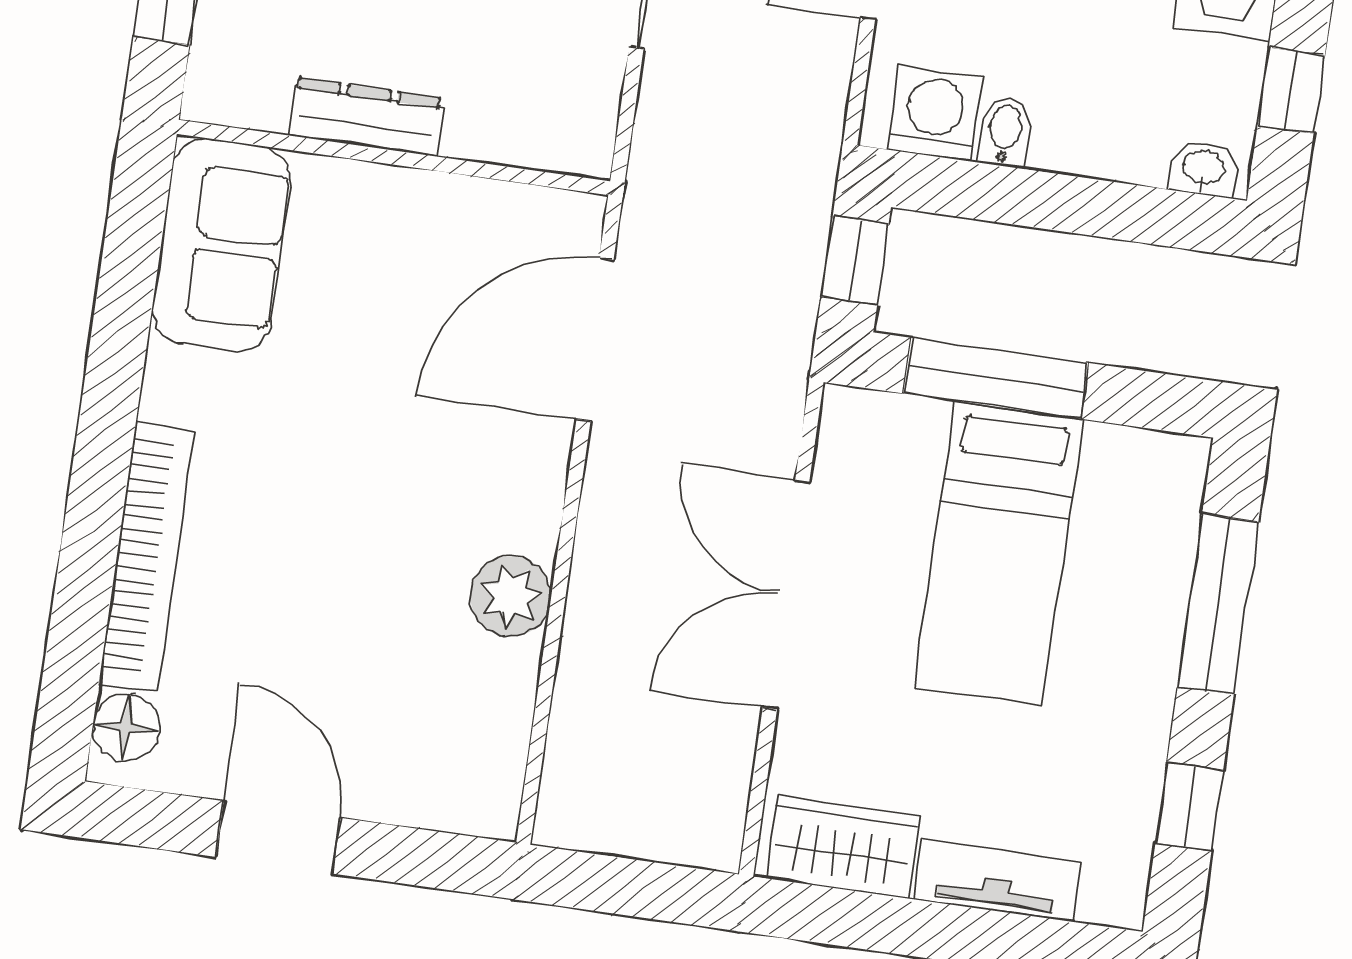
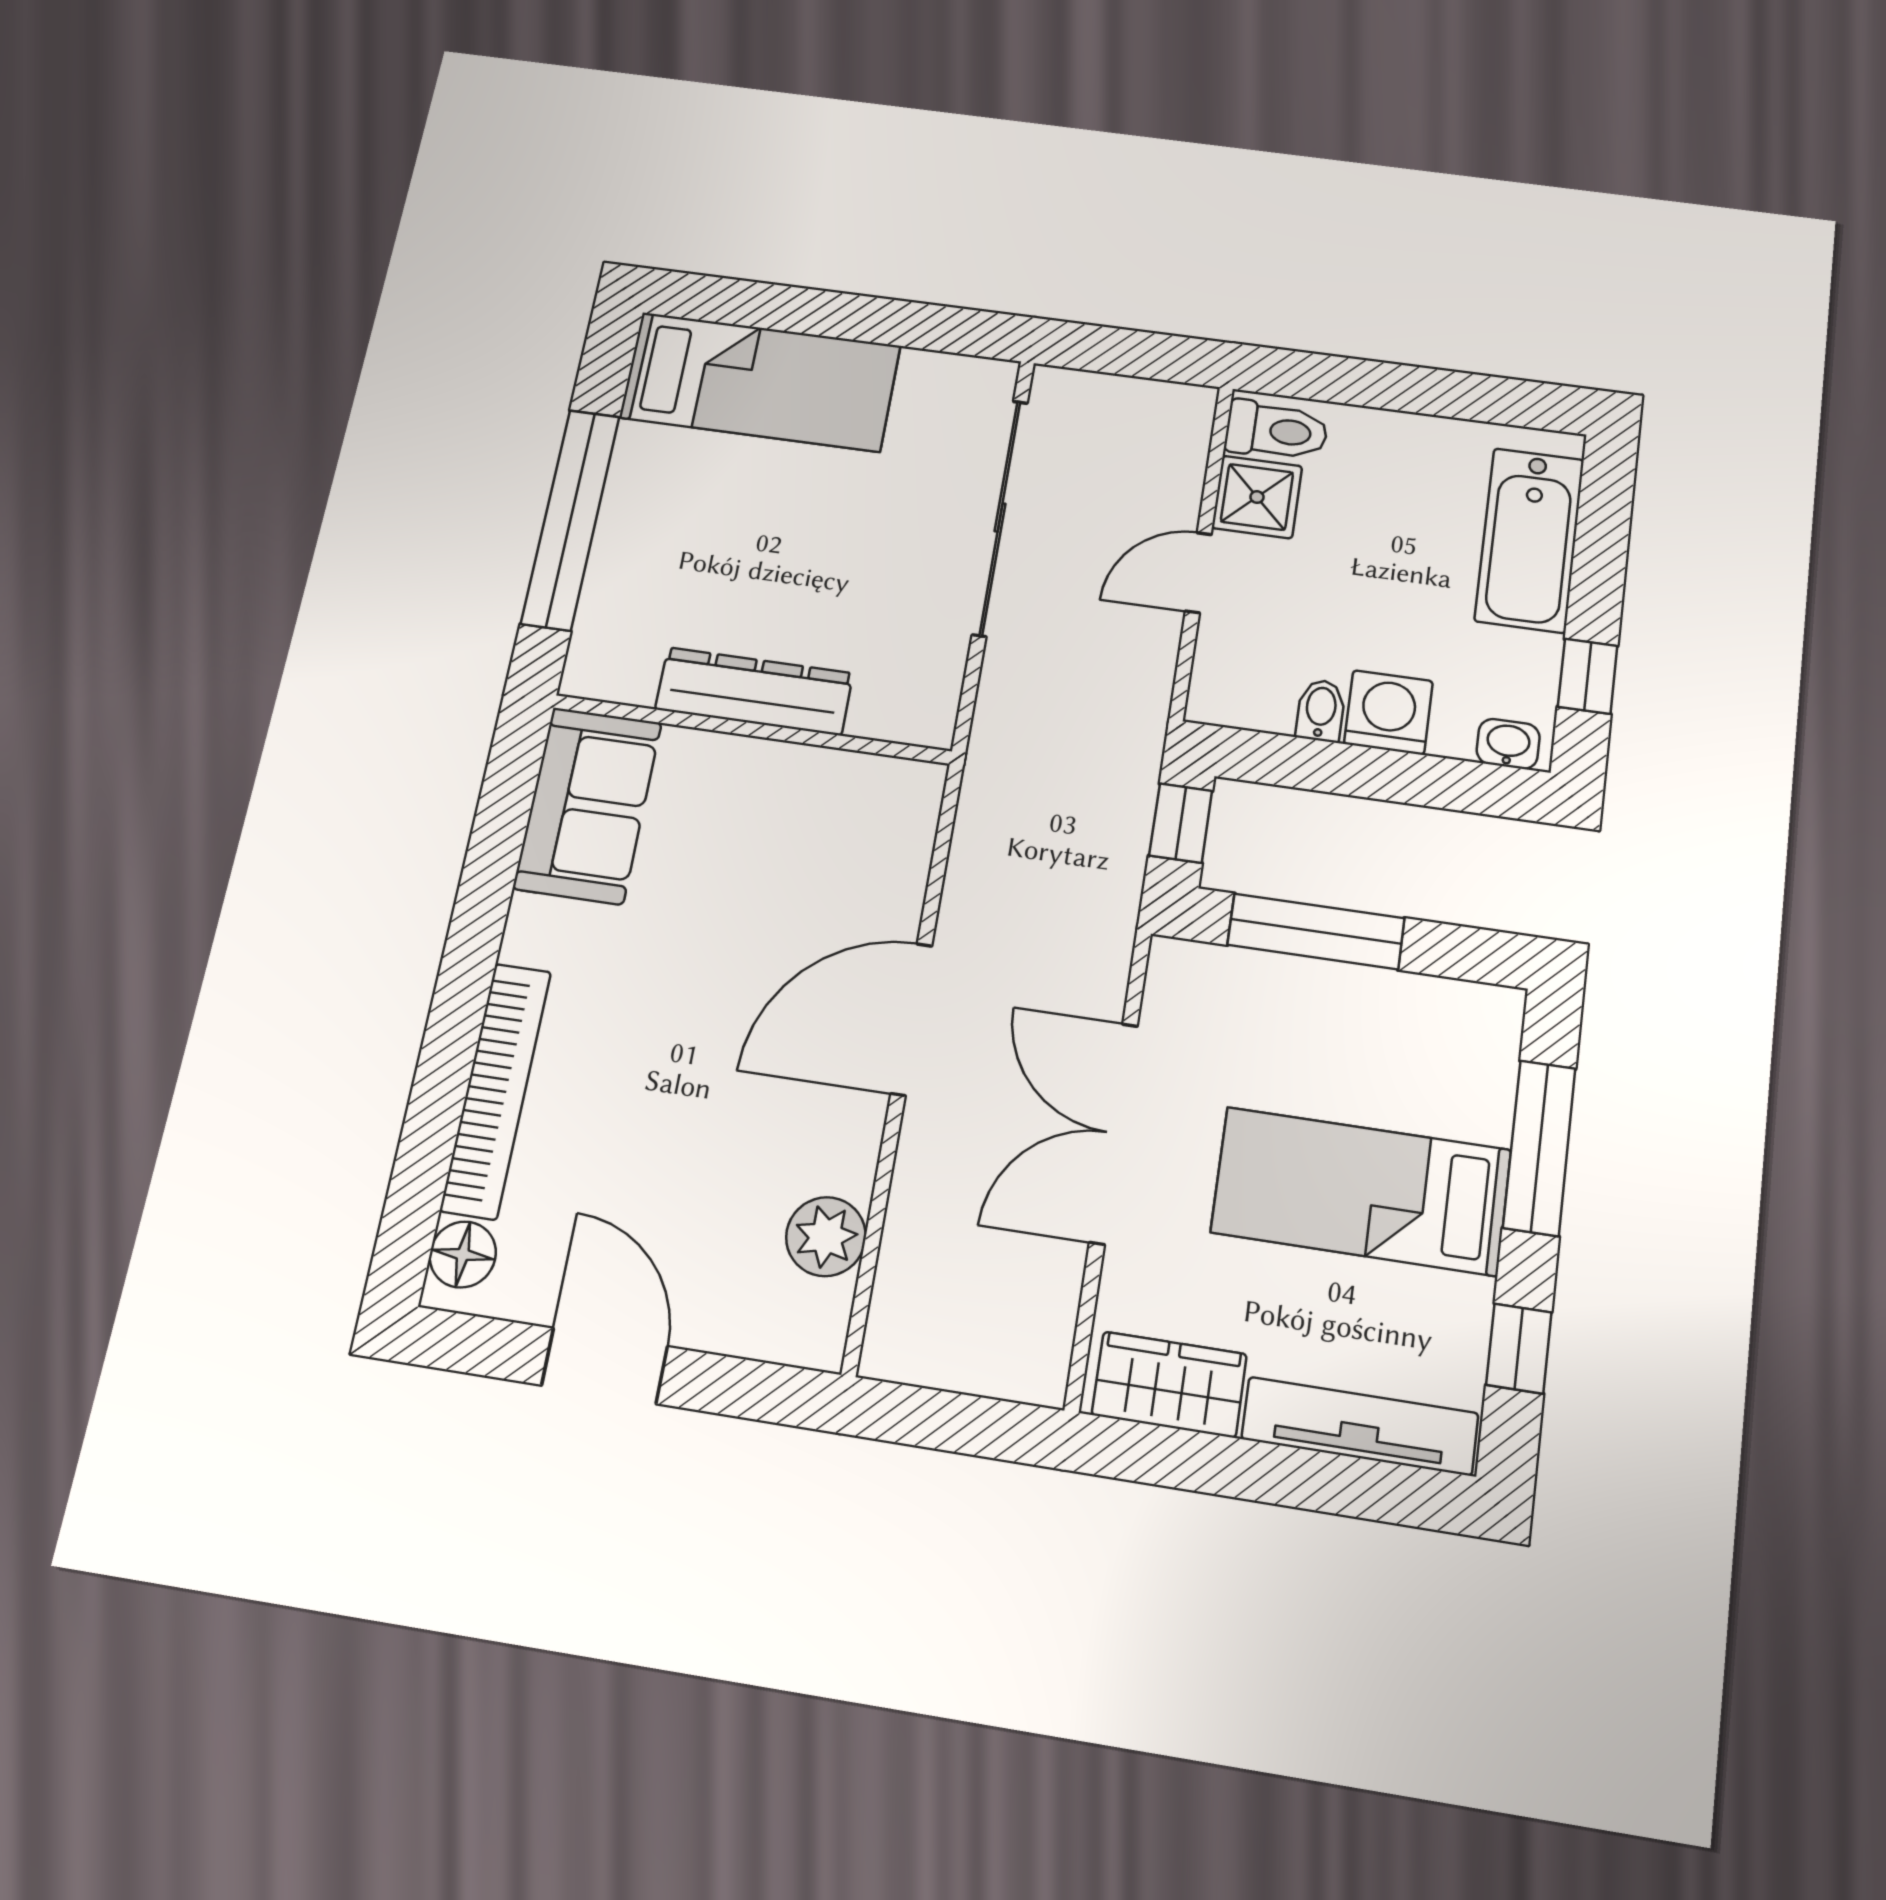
washing machine: (935, 113) -> (1388, 712), moved
dresser: (366, 117) -> (754, 691), width x1.37, depth x1.24
door: (595, 340) -> (911, 1019), moved
bed: (998, 553) -> (1361, 1191), moved, turned 90
plant: (511, 596) -> (826, 1237), moved
tv unit: (998, 880) -> (1360, 1426), width x1.41

